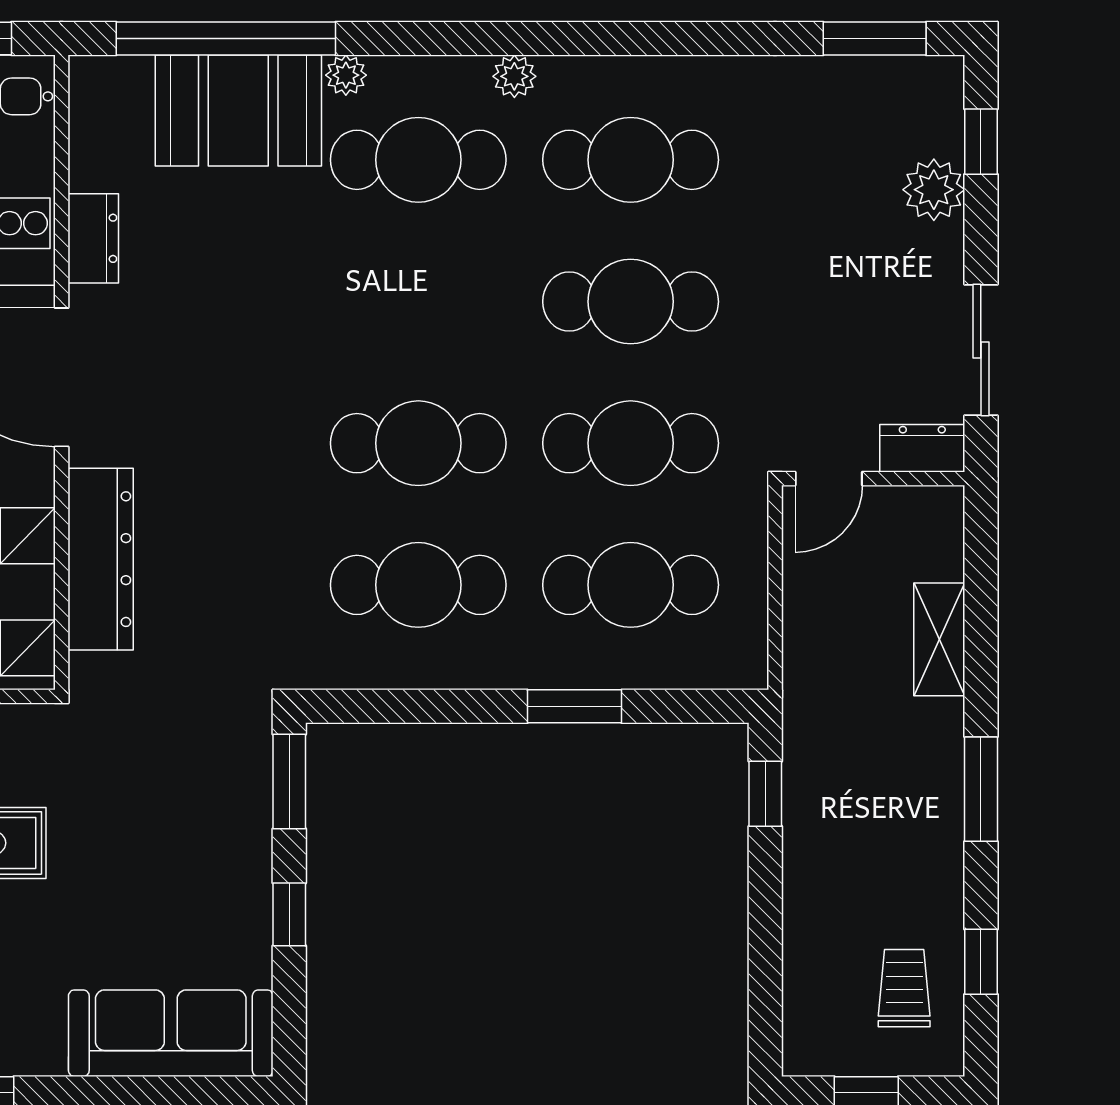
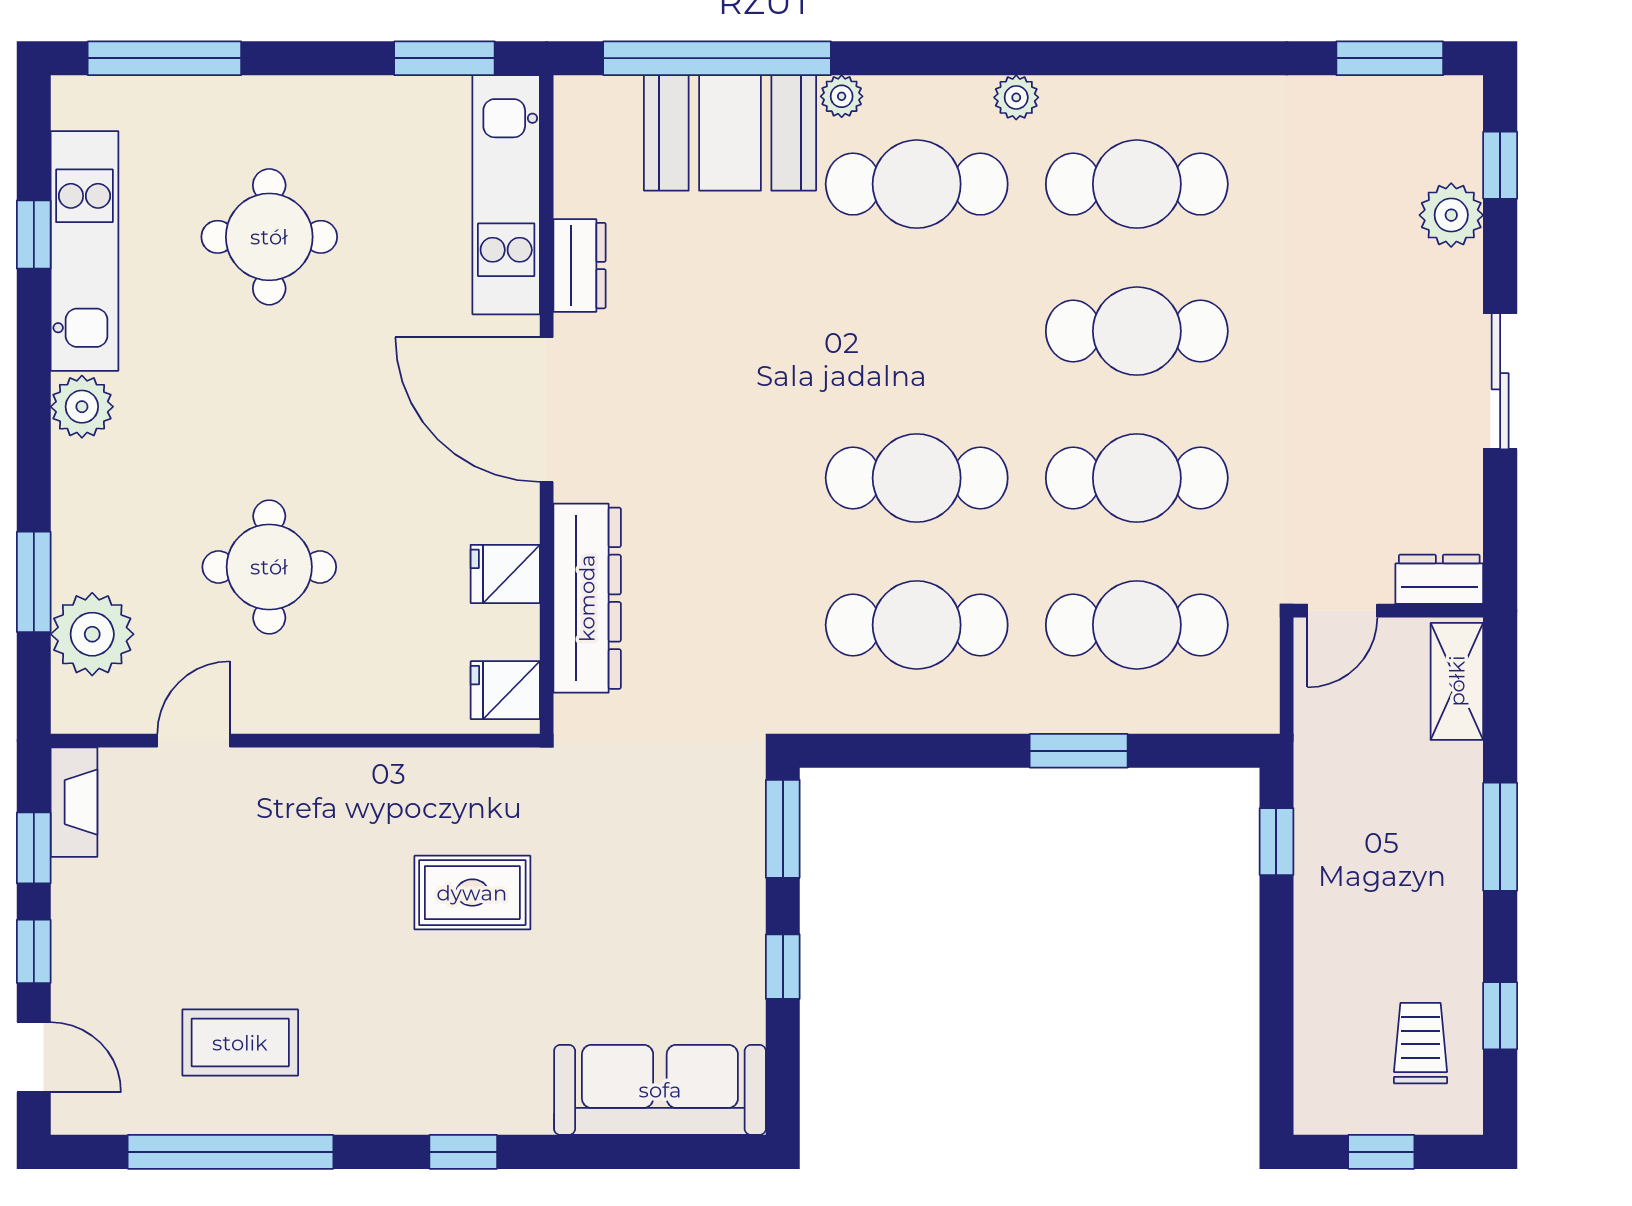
dresser: (922, 448) -> (1439, 579), moved
door: (829, 479) -> (1342, 611), moved
wall: (873, 479) -> (1388, 611), moved

